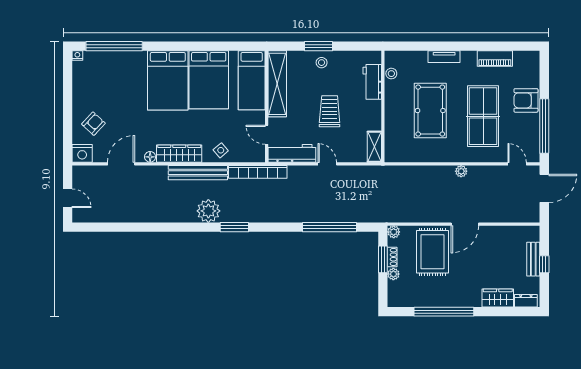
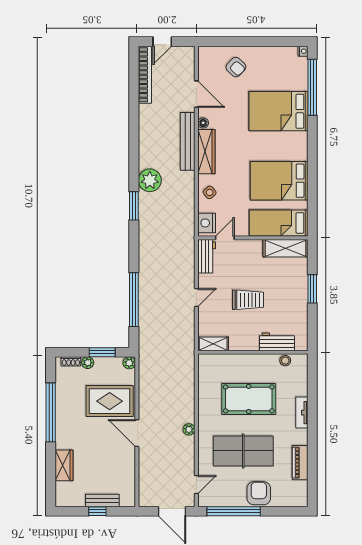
stool: (322, 63) -> (296, 292), removed
bed: (168, 80) -> (279, 111), moved
shelving: (277, 84) -> (285, 248), width x0.68
nightstand: (82, 153) -> (207, 223), moved
workbench: (292, 153) -> (207, 256), width x0.73
bookcase: (258, 172) -> (145, 75), moved, turned 180
bench: (198, 173) -> (188, 141), moved
shoe rack: (392, 257) -> (71, 361), moved
dresser: (526, 301) -> (61, 493), removed

